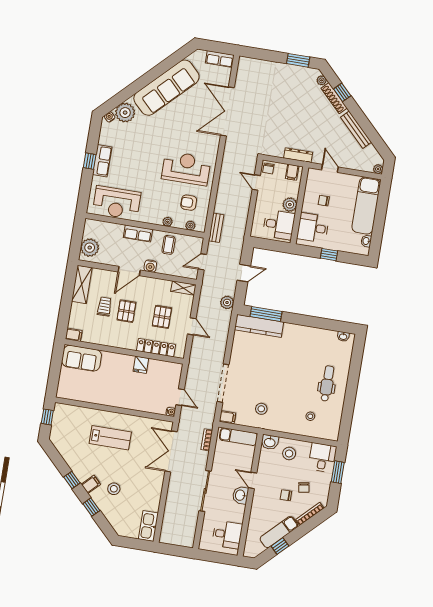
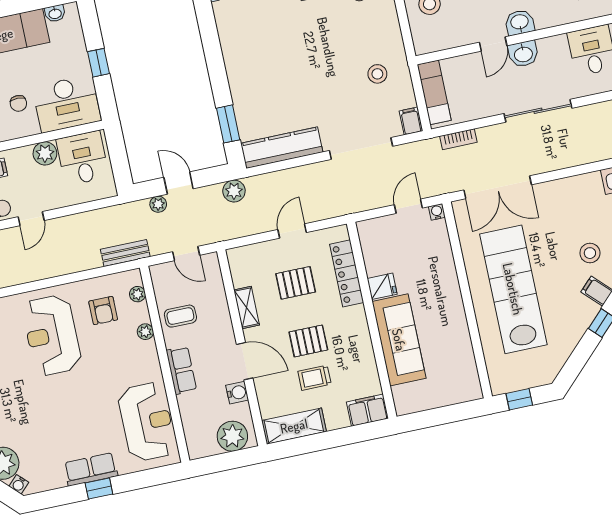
desk: (313, 228) -> (67, 104), width x1.37
plant: (236, 257) -> (158, 204), added
water cooler: (150, 266) -> (237, 393), moved
shelving: (183, 288) -> (247, 307), moved
window: (266, 314) -> (228, 124), width x0.69
kitchen counter: (259, 326) -> (282, 148), moved, turned -90
filing cabinet: (74, 335) -> (367, 410), width x2.00
sofa: (82, 358) -> (399, 340), moved, width x1.36
lab bench: (110, 438) -> (513, 289), width x1.86, depth x1.39
washbasin: (270, 442) -> (520, 22), moved, turned -90

